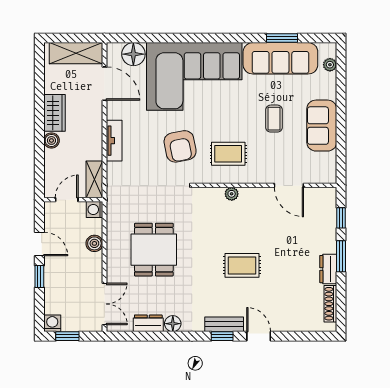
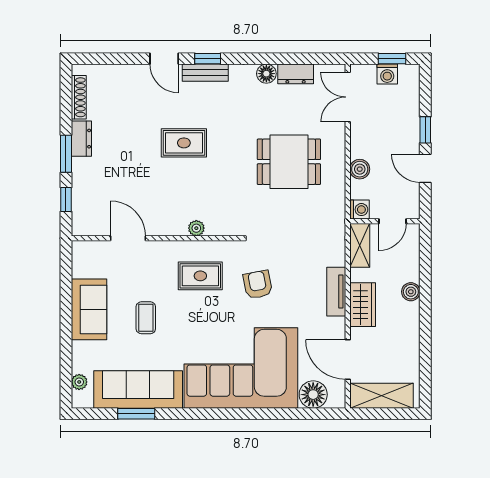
wardrobe: (54, 113) -> (363, 305), moved, turned 180
armchair: (180, 146) -> (258, 285), width x0.72, depth x0.72
dining table: (154, 250) -> (289, 162), turned 90
washing machine: (52, 323) -> (387, 74), moved

